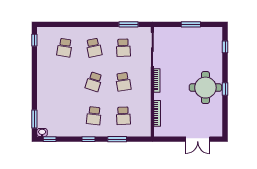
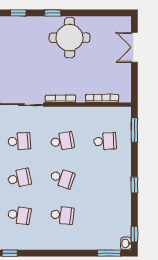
window: (225, 89) -> (53, 13), moved
school desk: (94, 116) -> (62, 215), moved
window: (117, 139) -> (134, 130), moved
double door: (198, 139) -> (134, 47), swing flipped

